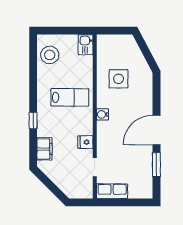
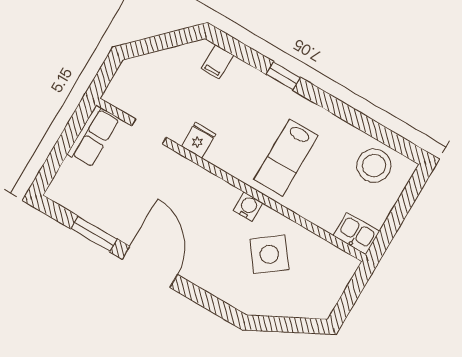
side table: (119, 79) -> (269, 254), turned -37
water cooler: (102, 114) -> (248, 207), moved
filing cabinet: (44, 149) -> (217, 62), width x0.50

